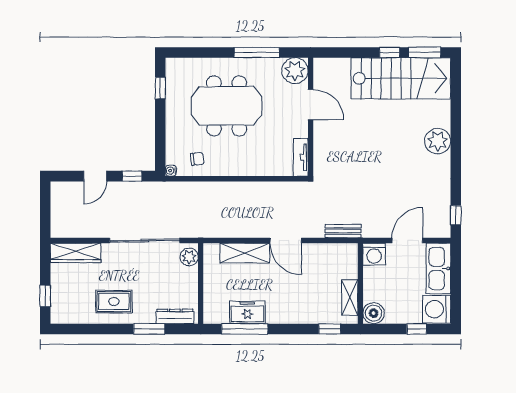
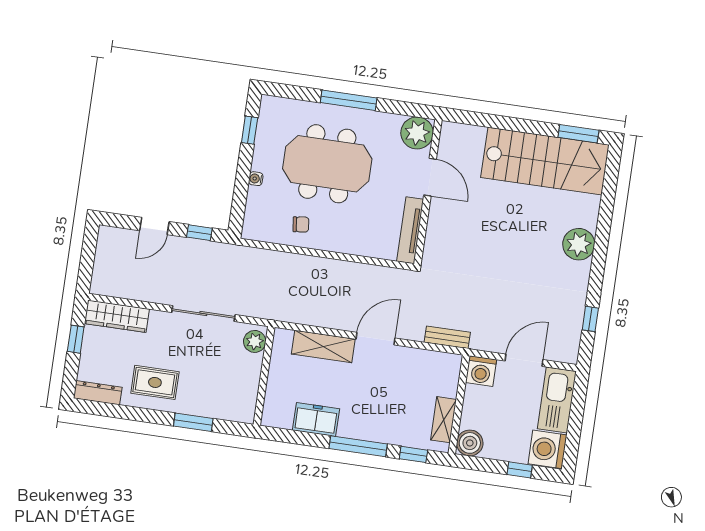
window: (257, 52) -> (349, 100), moved
window: (390, 52) -> (536, 128), removed
tv unit: (301, 157) -> (410, 230), width x1.41
chair: (197, 159) -> (301, 224), moved
water cooler: (171, 171) -> (256, 179), moved
window: (456, 215) -> (590, 319), moved
sliding door: (145, 241) -> (203, 313), width x0.73
door: (286, 241) -> (375, 339), swing flipped
window: (45, 296) -> (76, 339), moved
dresser: (175, 316) -> (98, 393), moved
window: (245, 329) -> (358, 446), moved

